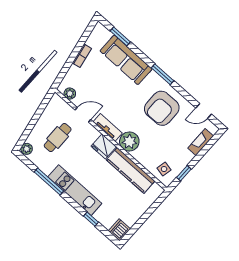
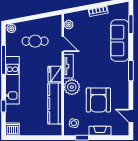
armchair: (162, 108) -> (98, 100), moved, turned -90
fireplace: (201, 142) -> (100, 131), moved

